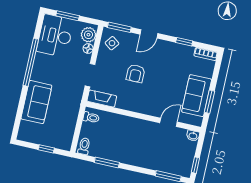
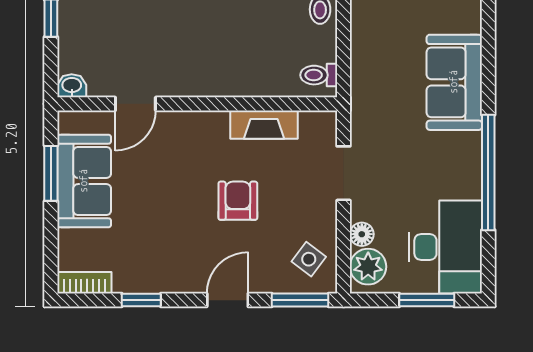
fireplace: (102, 99) -> (264, 125), moved

